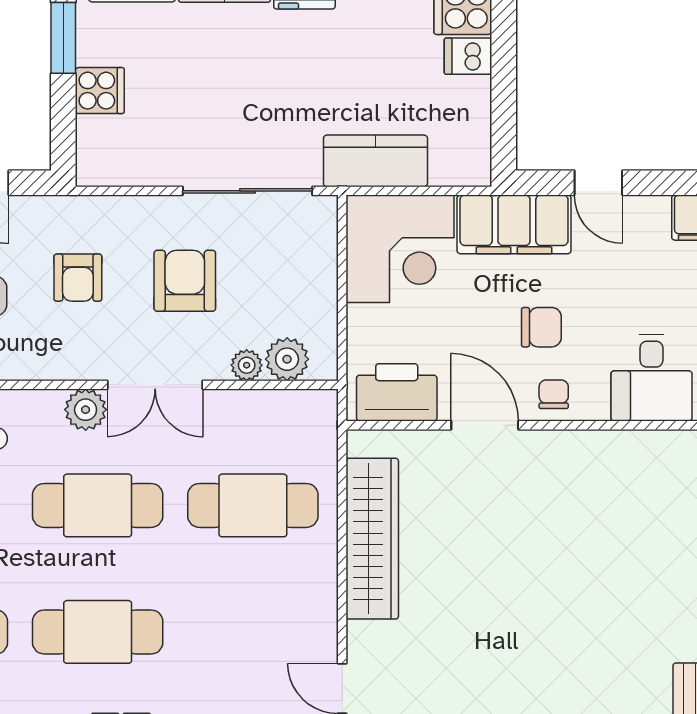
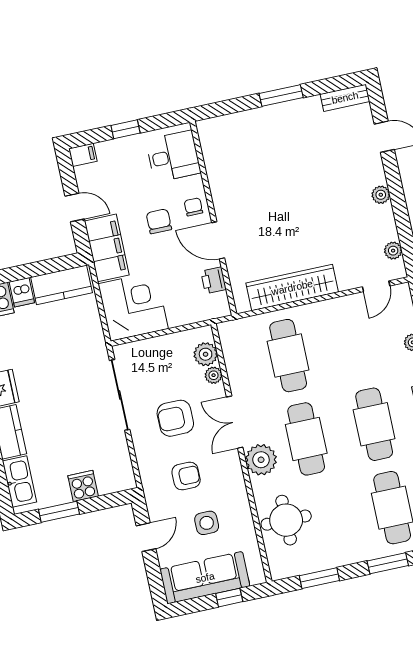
kitchen counter: (375, 161) -> (61, 285), moved, turned -90
door: (598, 183) -> (75, 207), hinge flipped
double door: (155, 385) -> (235, 422), swing flipped
printer: (397, 392) -> (214, 280), width x0.53, depth x0.68
chair: (554, 394) -> (193, 207), turned 90
plant: (86, 410) -> (261, 460), width x1.36, depth x1.36
door: (485, 425) -> (218, 240), hinge flipped

